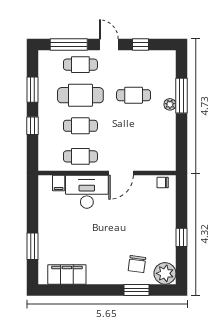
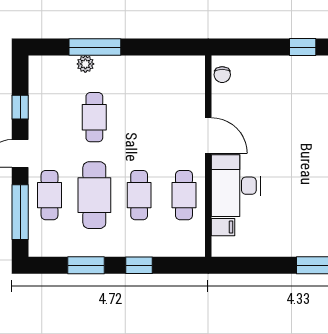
plant: (170, 104) -> (85, 64), moved

